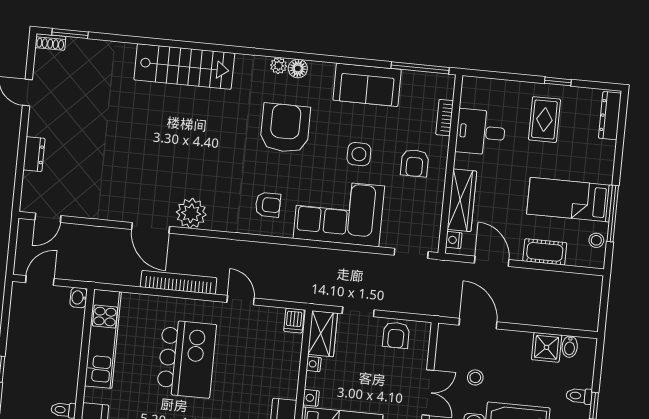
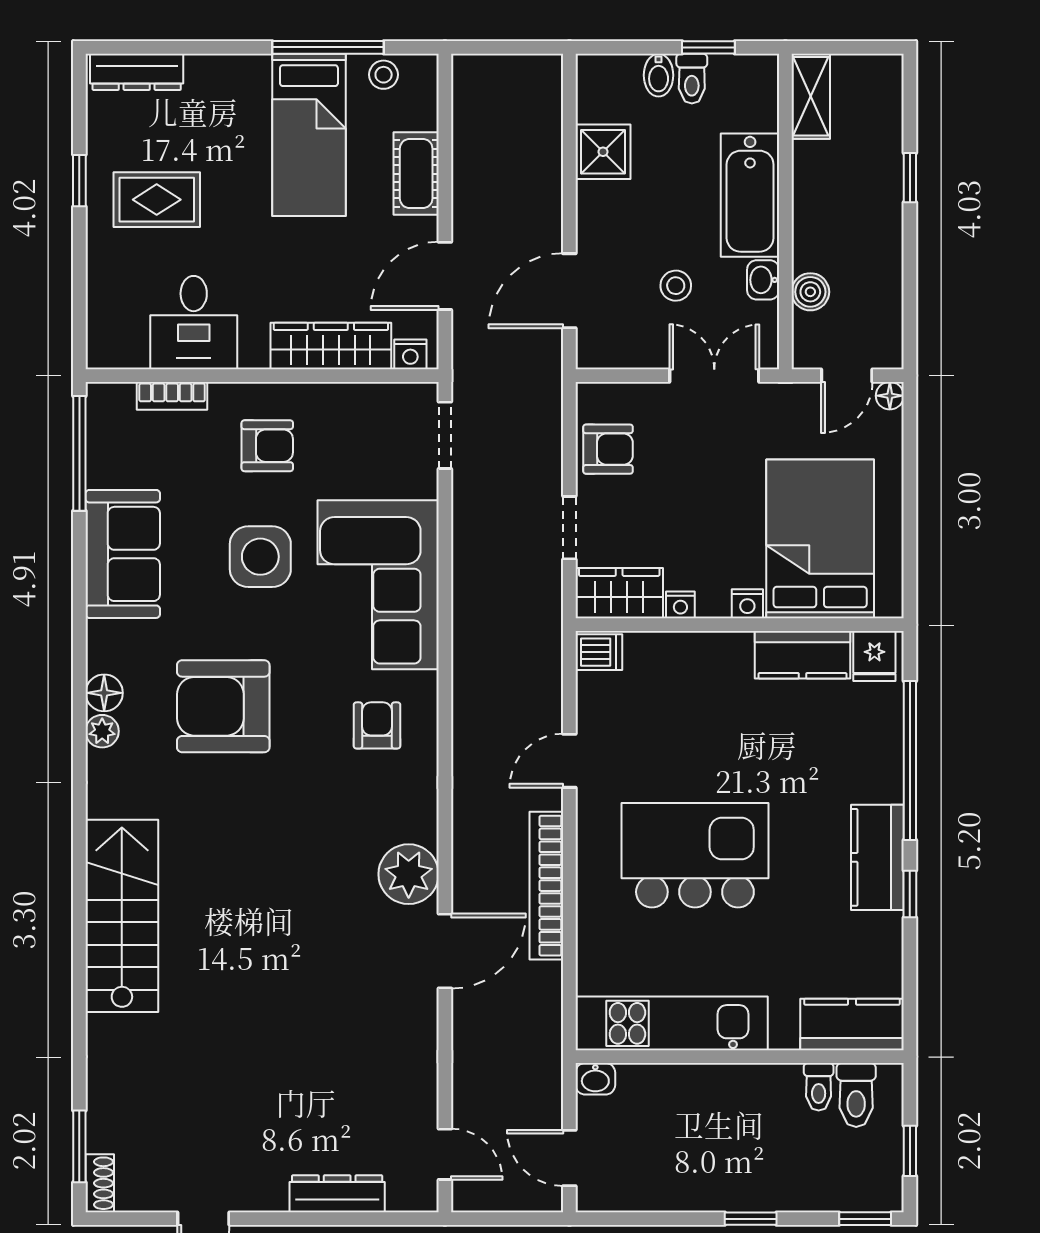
dresser: (34, 154) -> (337, 1194), width x1.44
side table: (359, 154) -> (260, 557), width x1.37, depth x1.37
bidet: (570, 347) -> (659, 75), moved, turned 90

